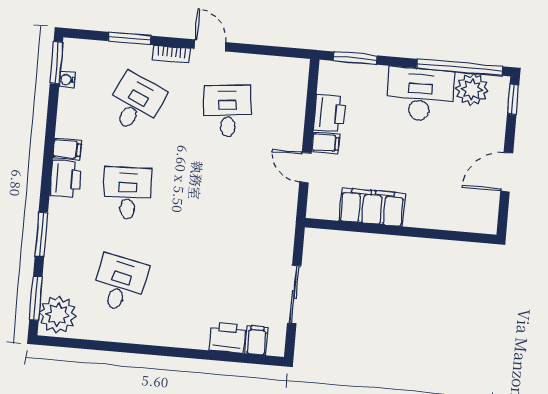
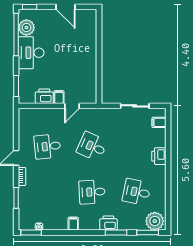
desk: (136, 103) -> (92, 146), moved
printer: (66, 179) -> (108, 223), moved
filing cabinet: (372, 207) -> (88, 71), removed
printer: (227, 338) -> (159, 156), moved

